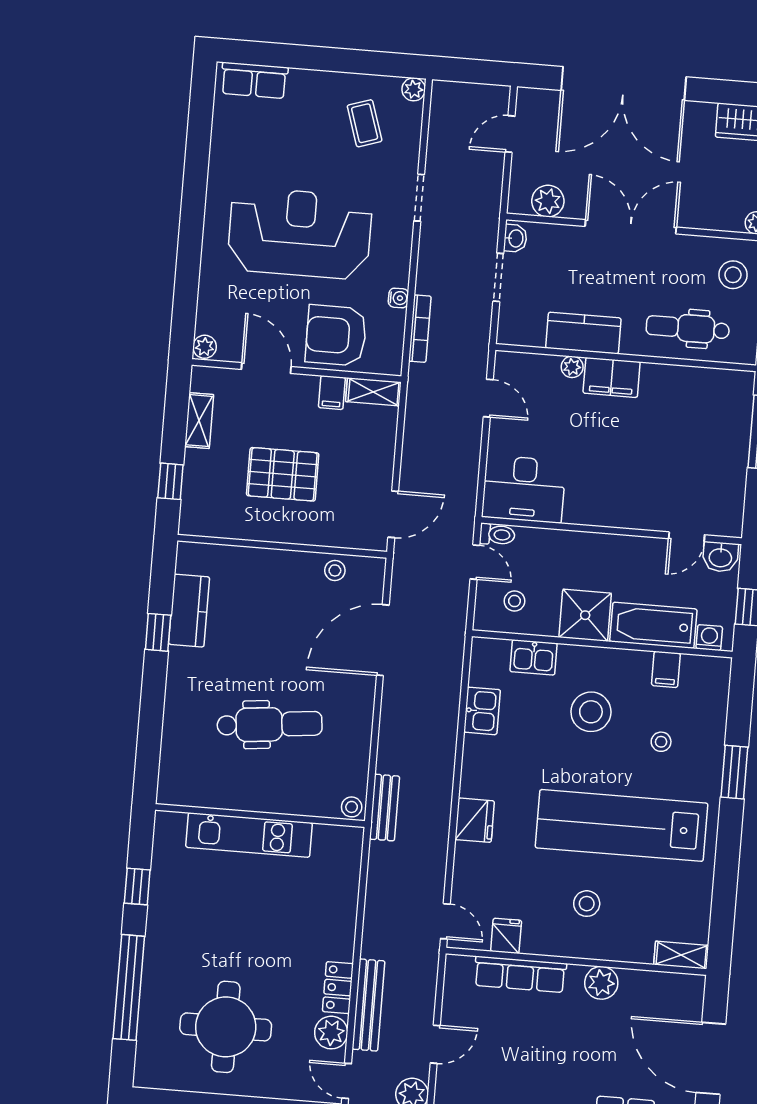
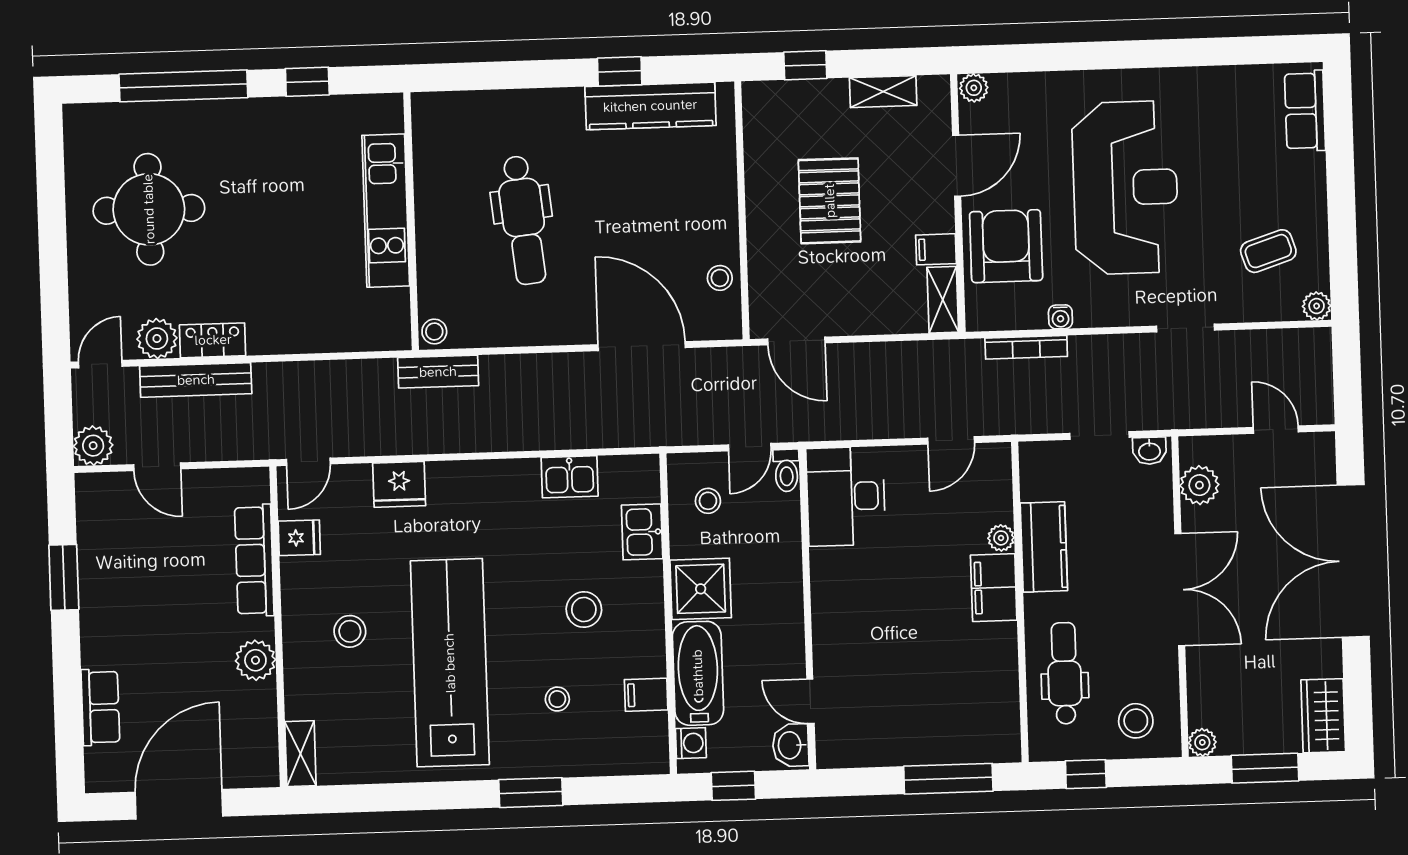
kitchen counter: (189, 611) -> (650, 106), width x1.50
stool: (591, 712) -> (584, 610), width x0.73, depth x0.73
fridge: (475, 820) -> (399, 484), moved

